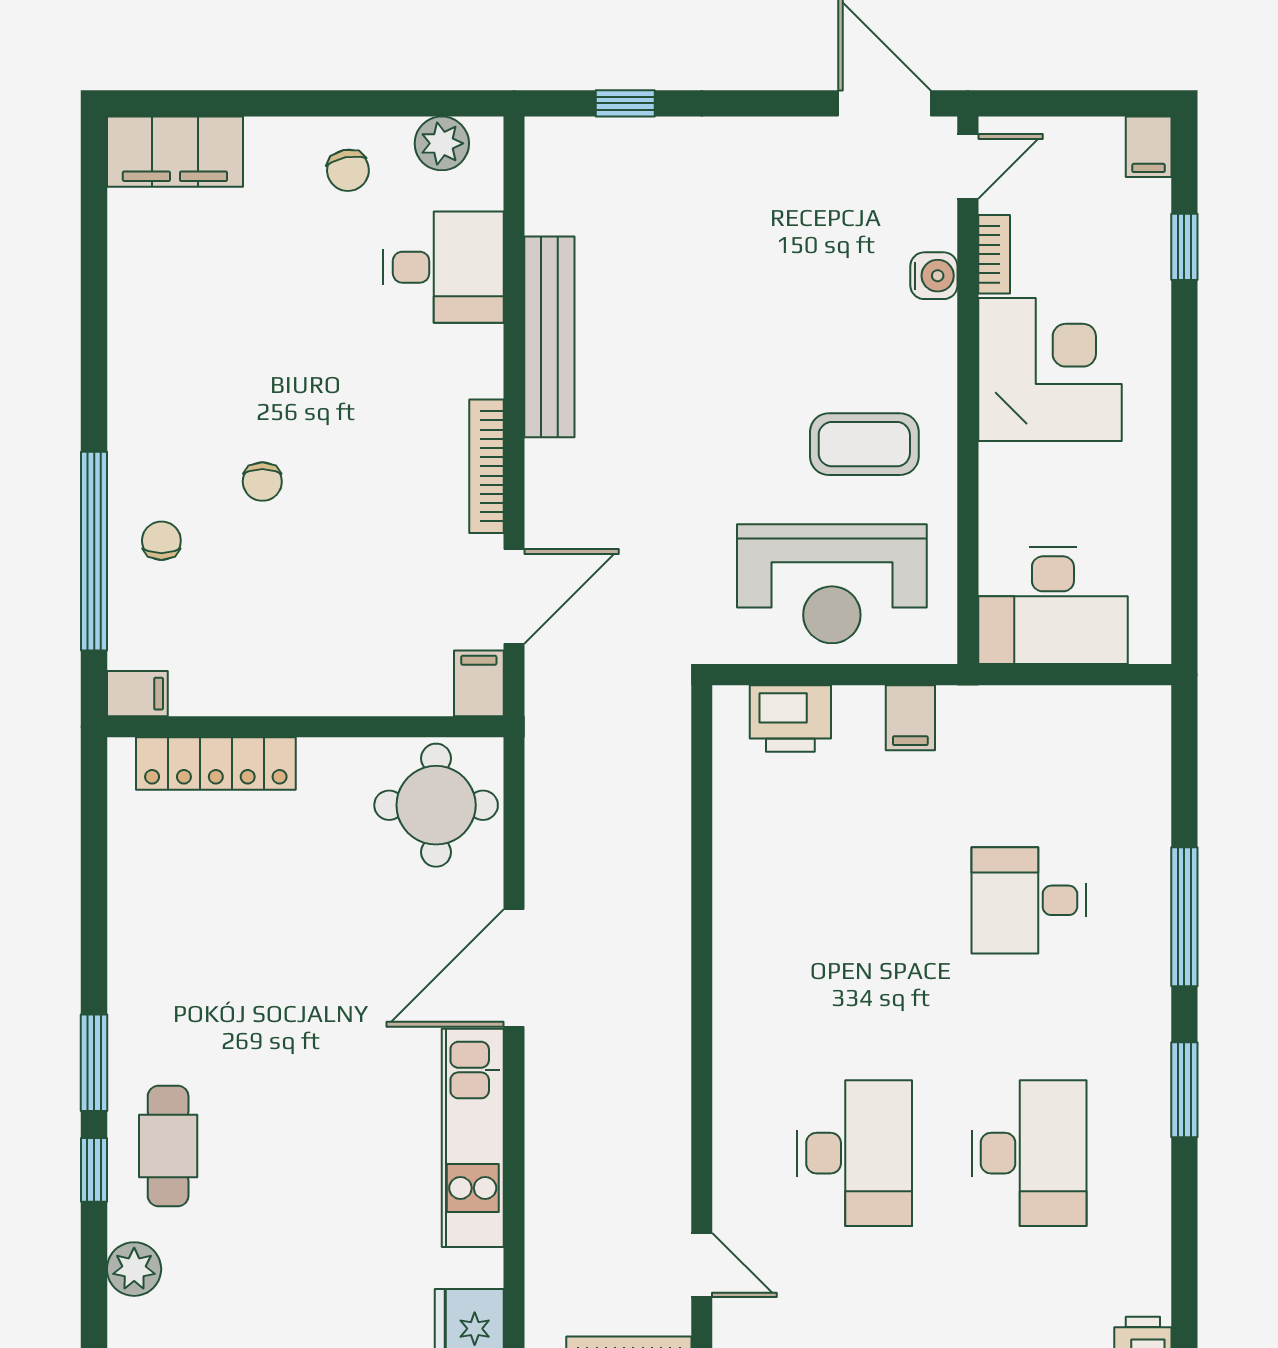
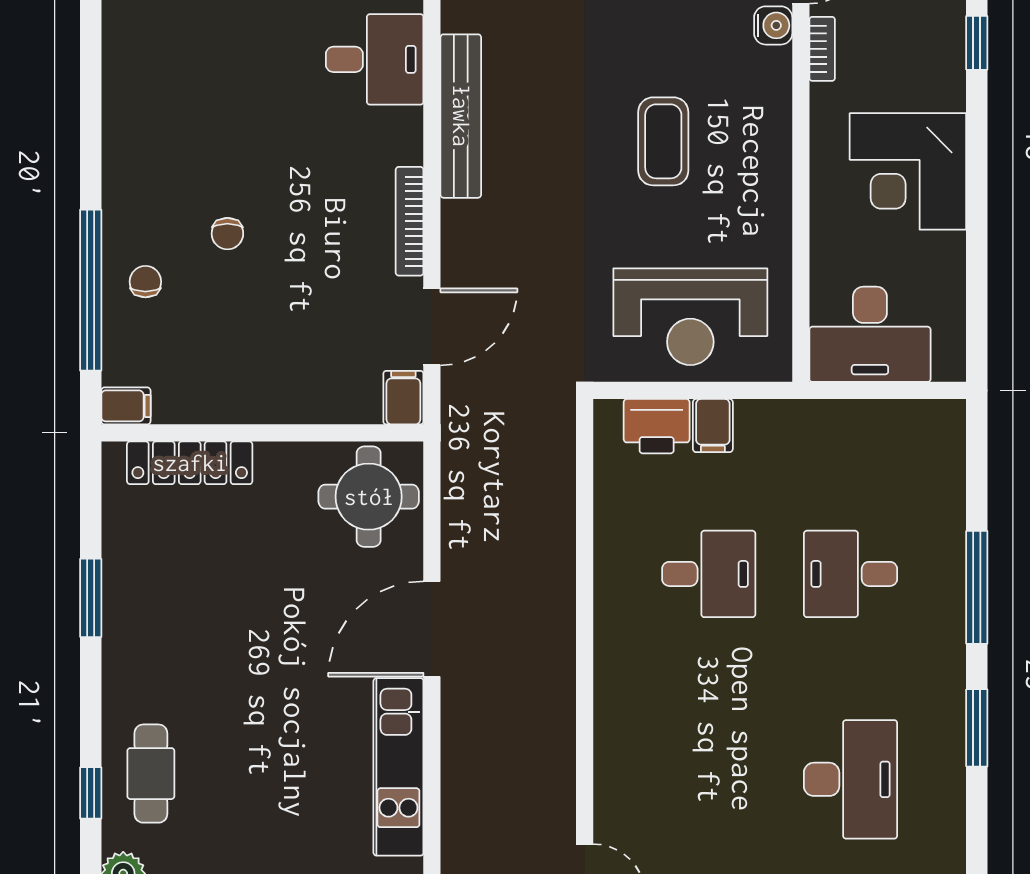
water cooler: (934, 276) -> (773, 25), moved
corner desk: (1050, 370) -> (908, 171), moved, turned 180
coffee table: (864, 444) -> (663, 141), moved, turned 90
filing cabinet: (910, 718) -> (713, 426), moved
window: (94, 1063) -> (91, 598), moved
desk: (855, 1153) -> (709, 574), moved, width x0.73

